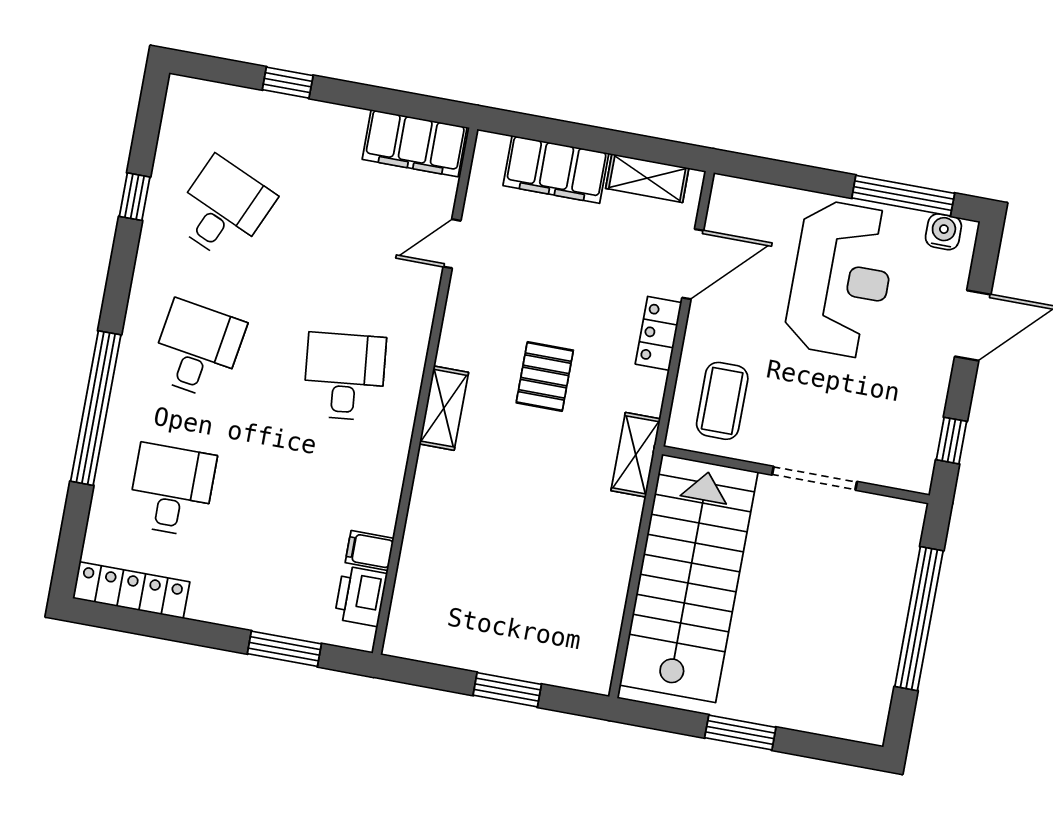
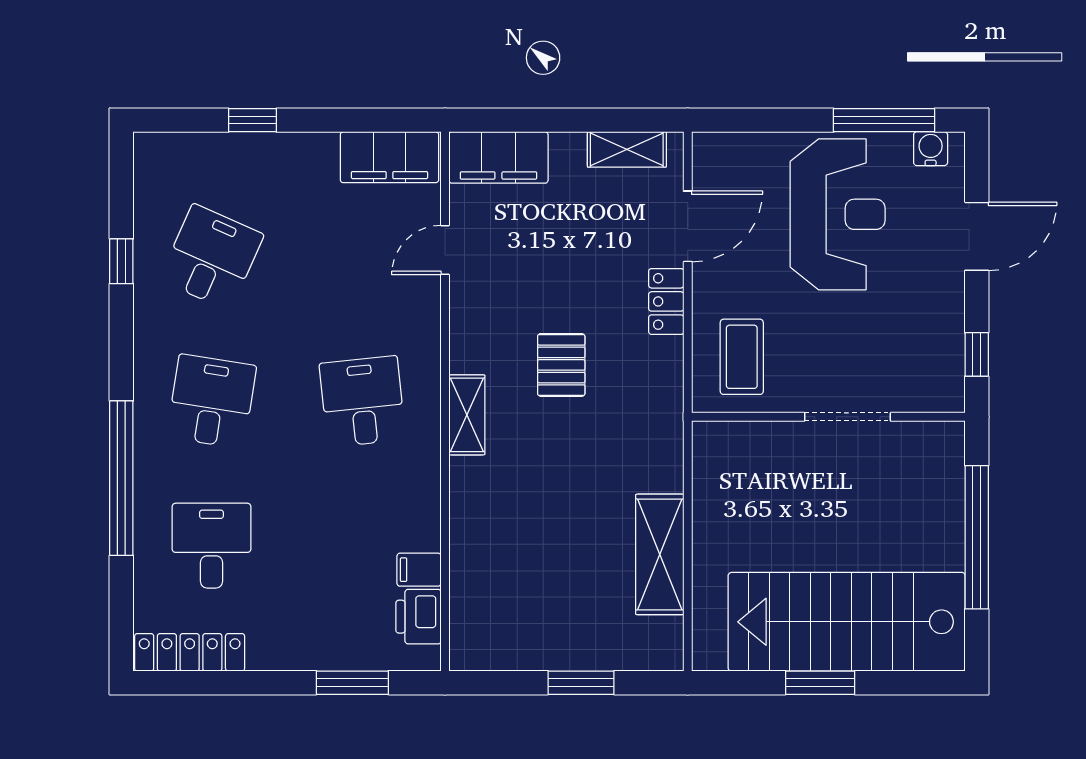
filing cabinet: (556, 169) -> (498, 157), moved
shelving: (636, 455) -> (660, 554), moved, width x1.50, depth x1.33
stairs: (689, 578) -> (847, 622), moved, turned -90

